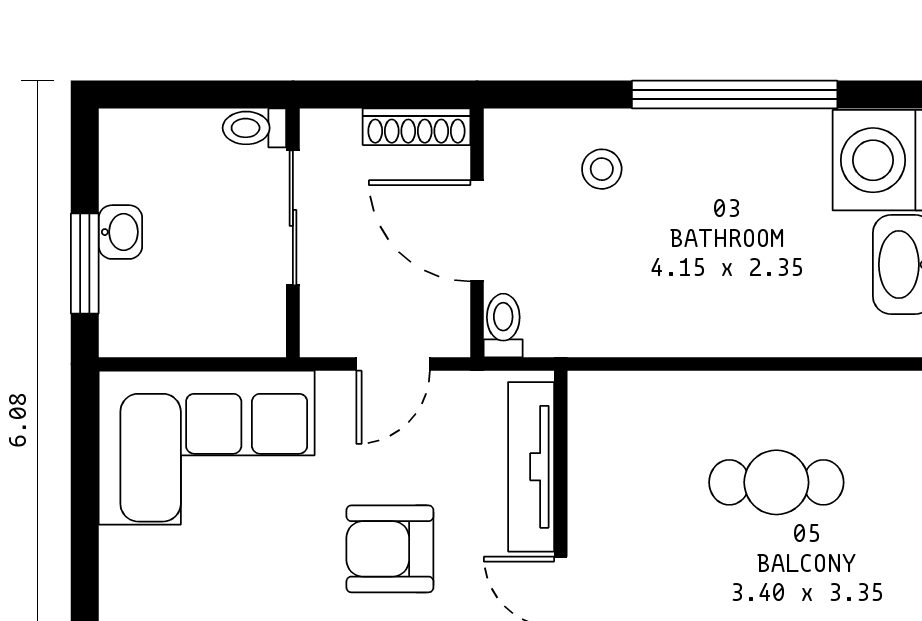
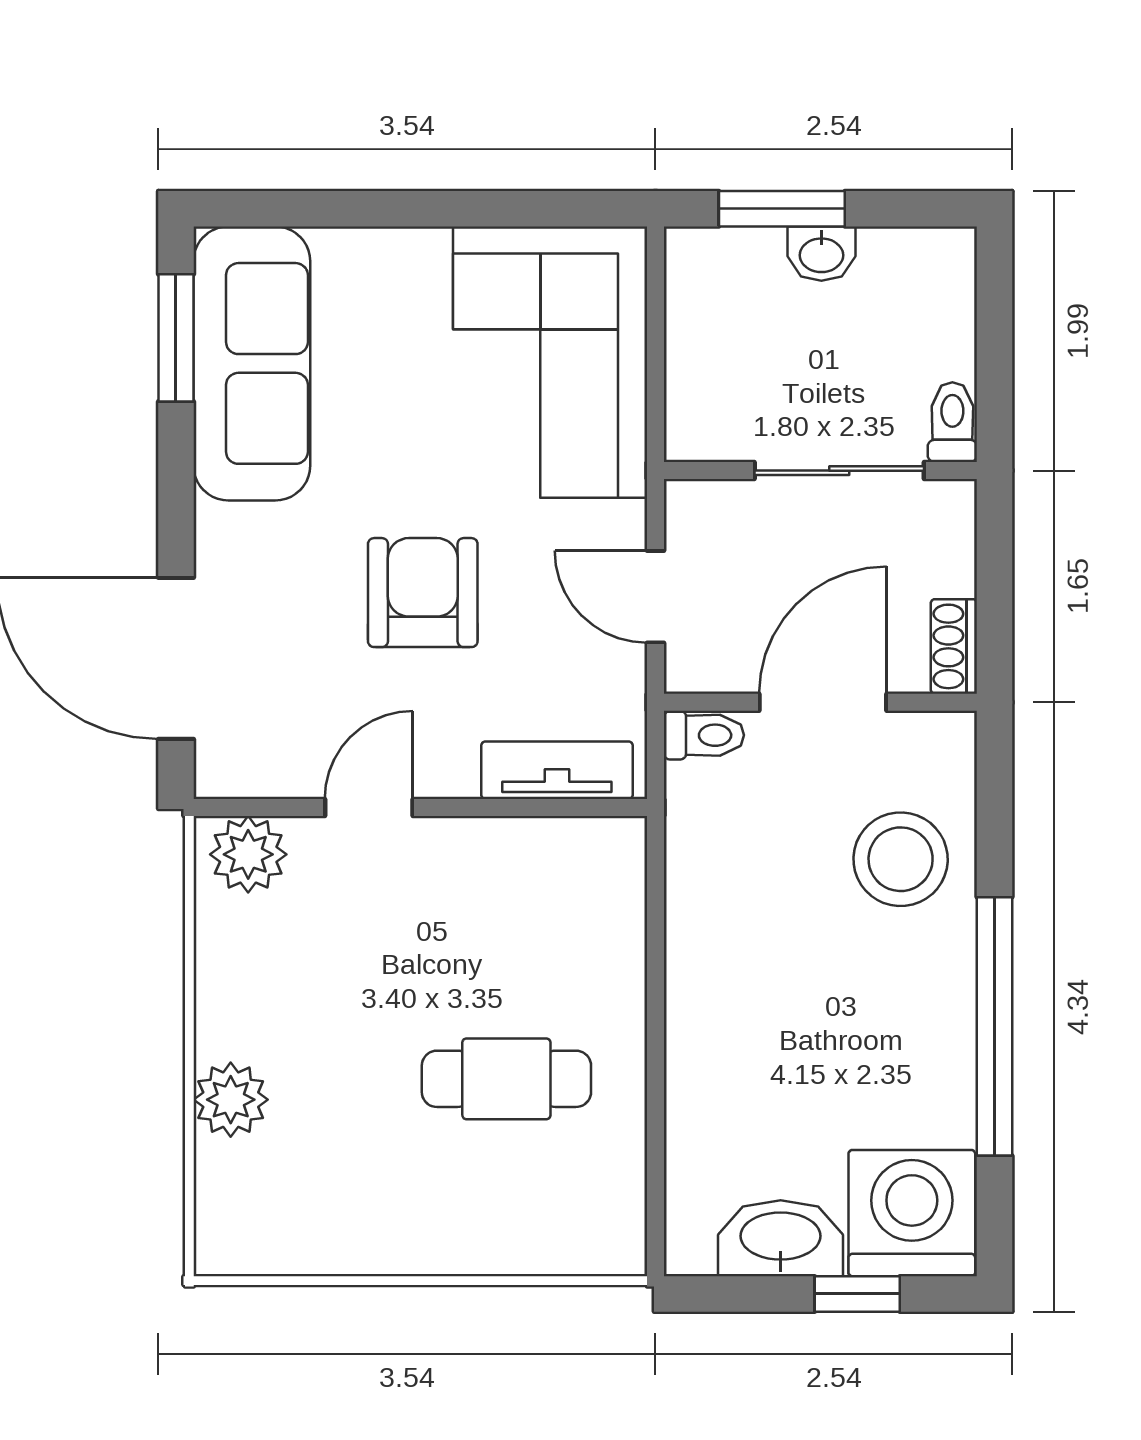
shoe rack: (417, 127) -> (954, 646), width x0.70
stool: (602, 169) -> (901, 859), width x1.89, depth x1.89
tv unit: (531, 467) -> (557, 770), width x0.71
cafe table: (776, 482) -> (506, 1079), turned 90

